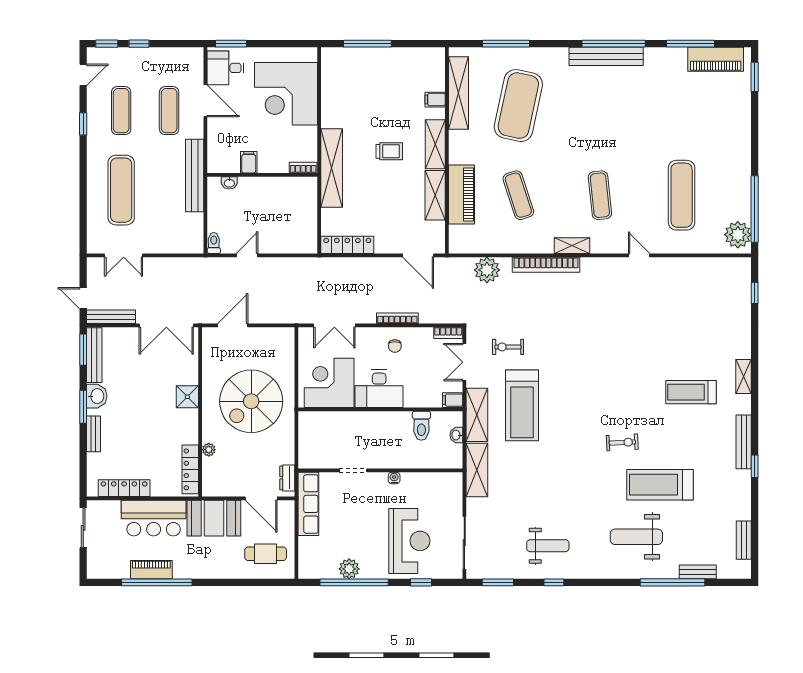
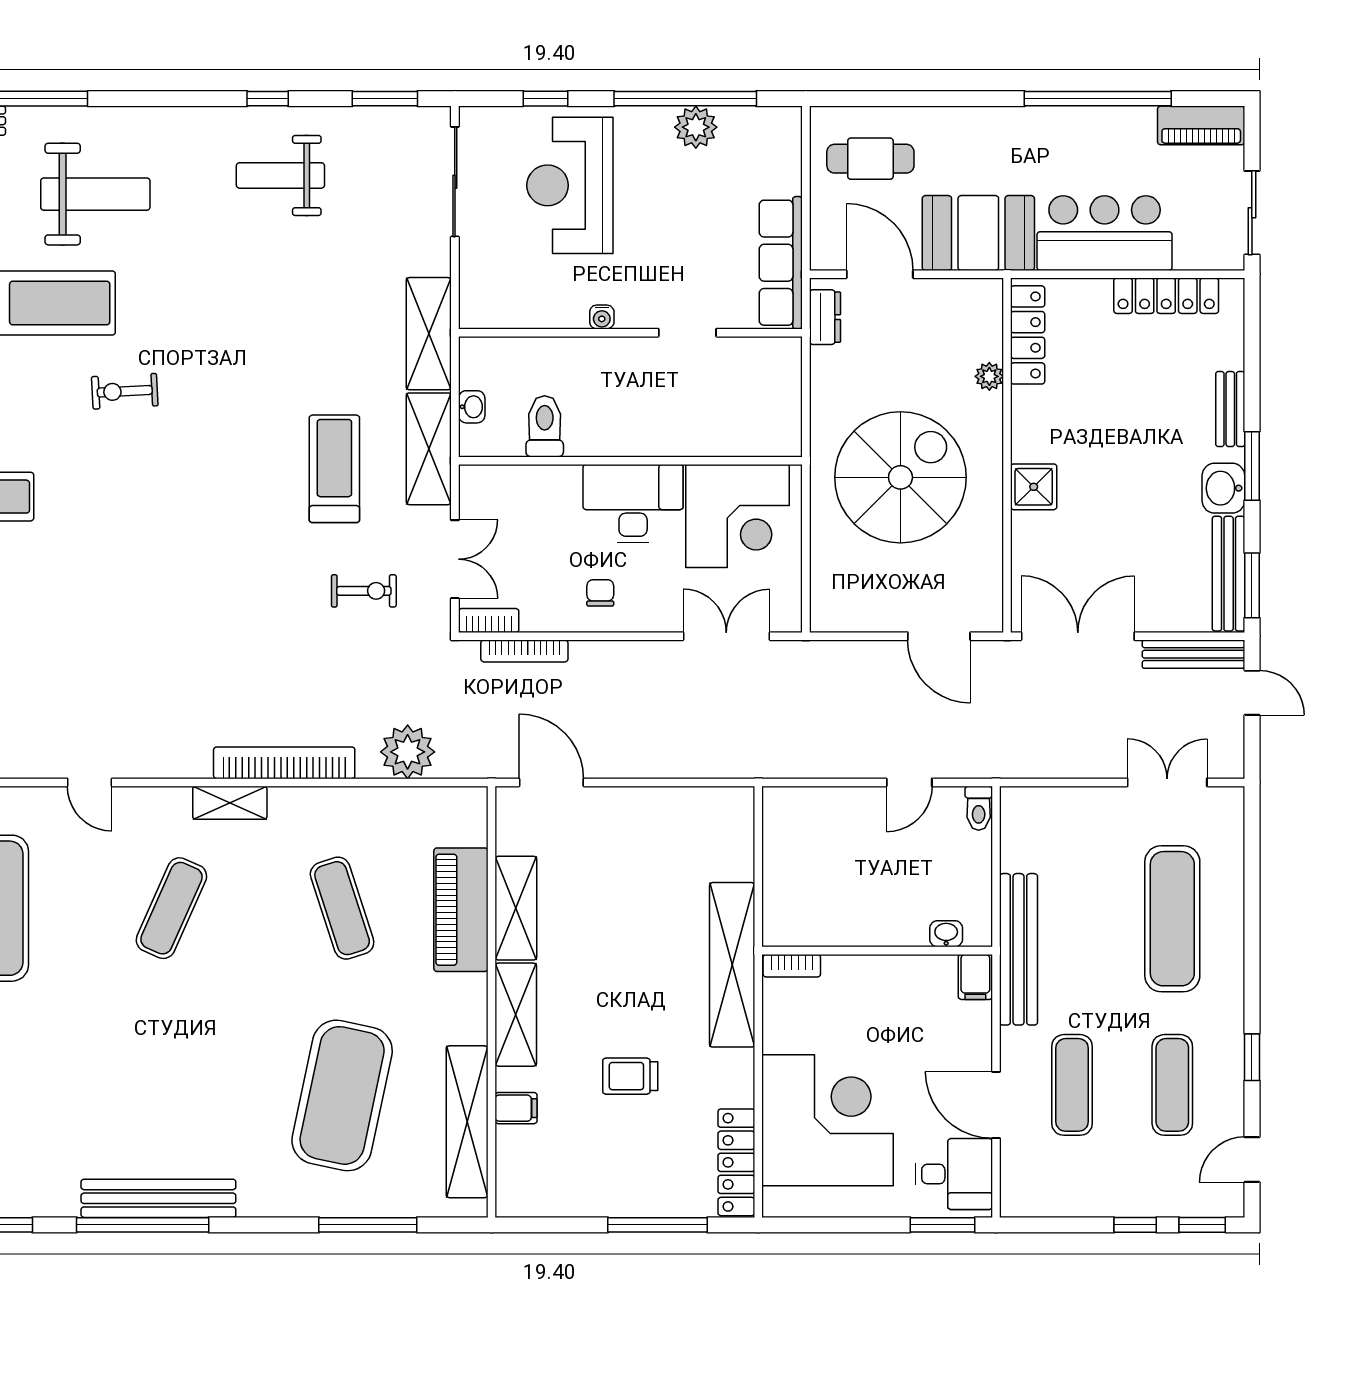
trolley: (389, 151) -> (630, 1076), moved
filing cabinet: (249, 162) -> (975, 977), moved
exercise mat: (600, 195) -> (171, 908), turned 30
locker: (347, 245) -> (736, 1162), moved, turned 90
bookcase: (397, 318) -> (524, 651), moved
door: (233, 325) -> (939, 636), hinge flipped
filing cabinet: (453, 400) -> (479, 480), removed
treadmill: (522, 405) -> (334, 469), width x0.73, depth x0.73
piano: (151, 570) -> (1201, 125), moved

